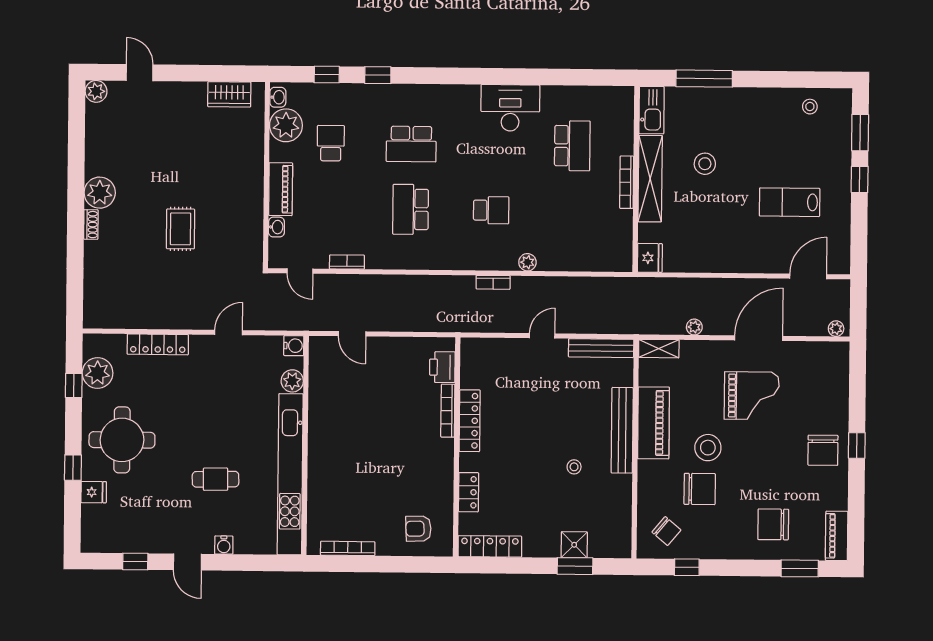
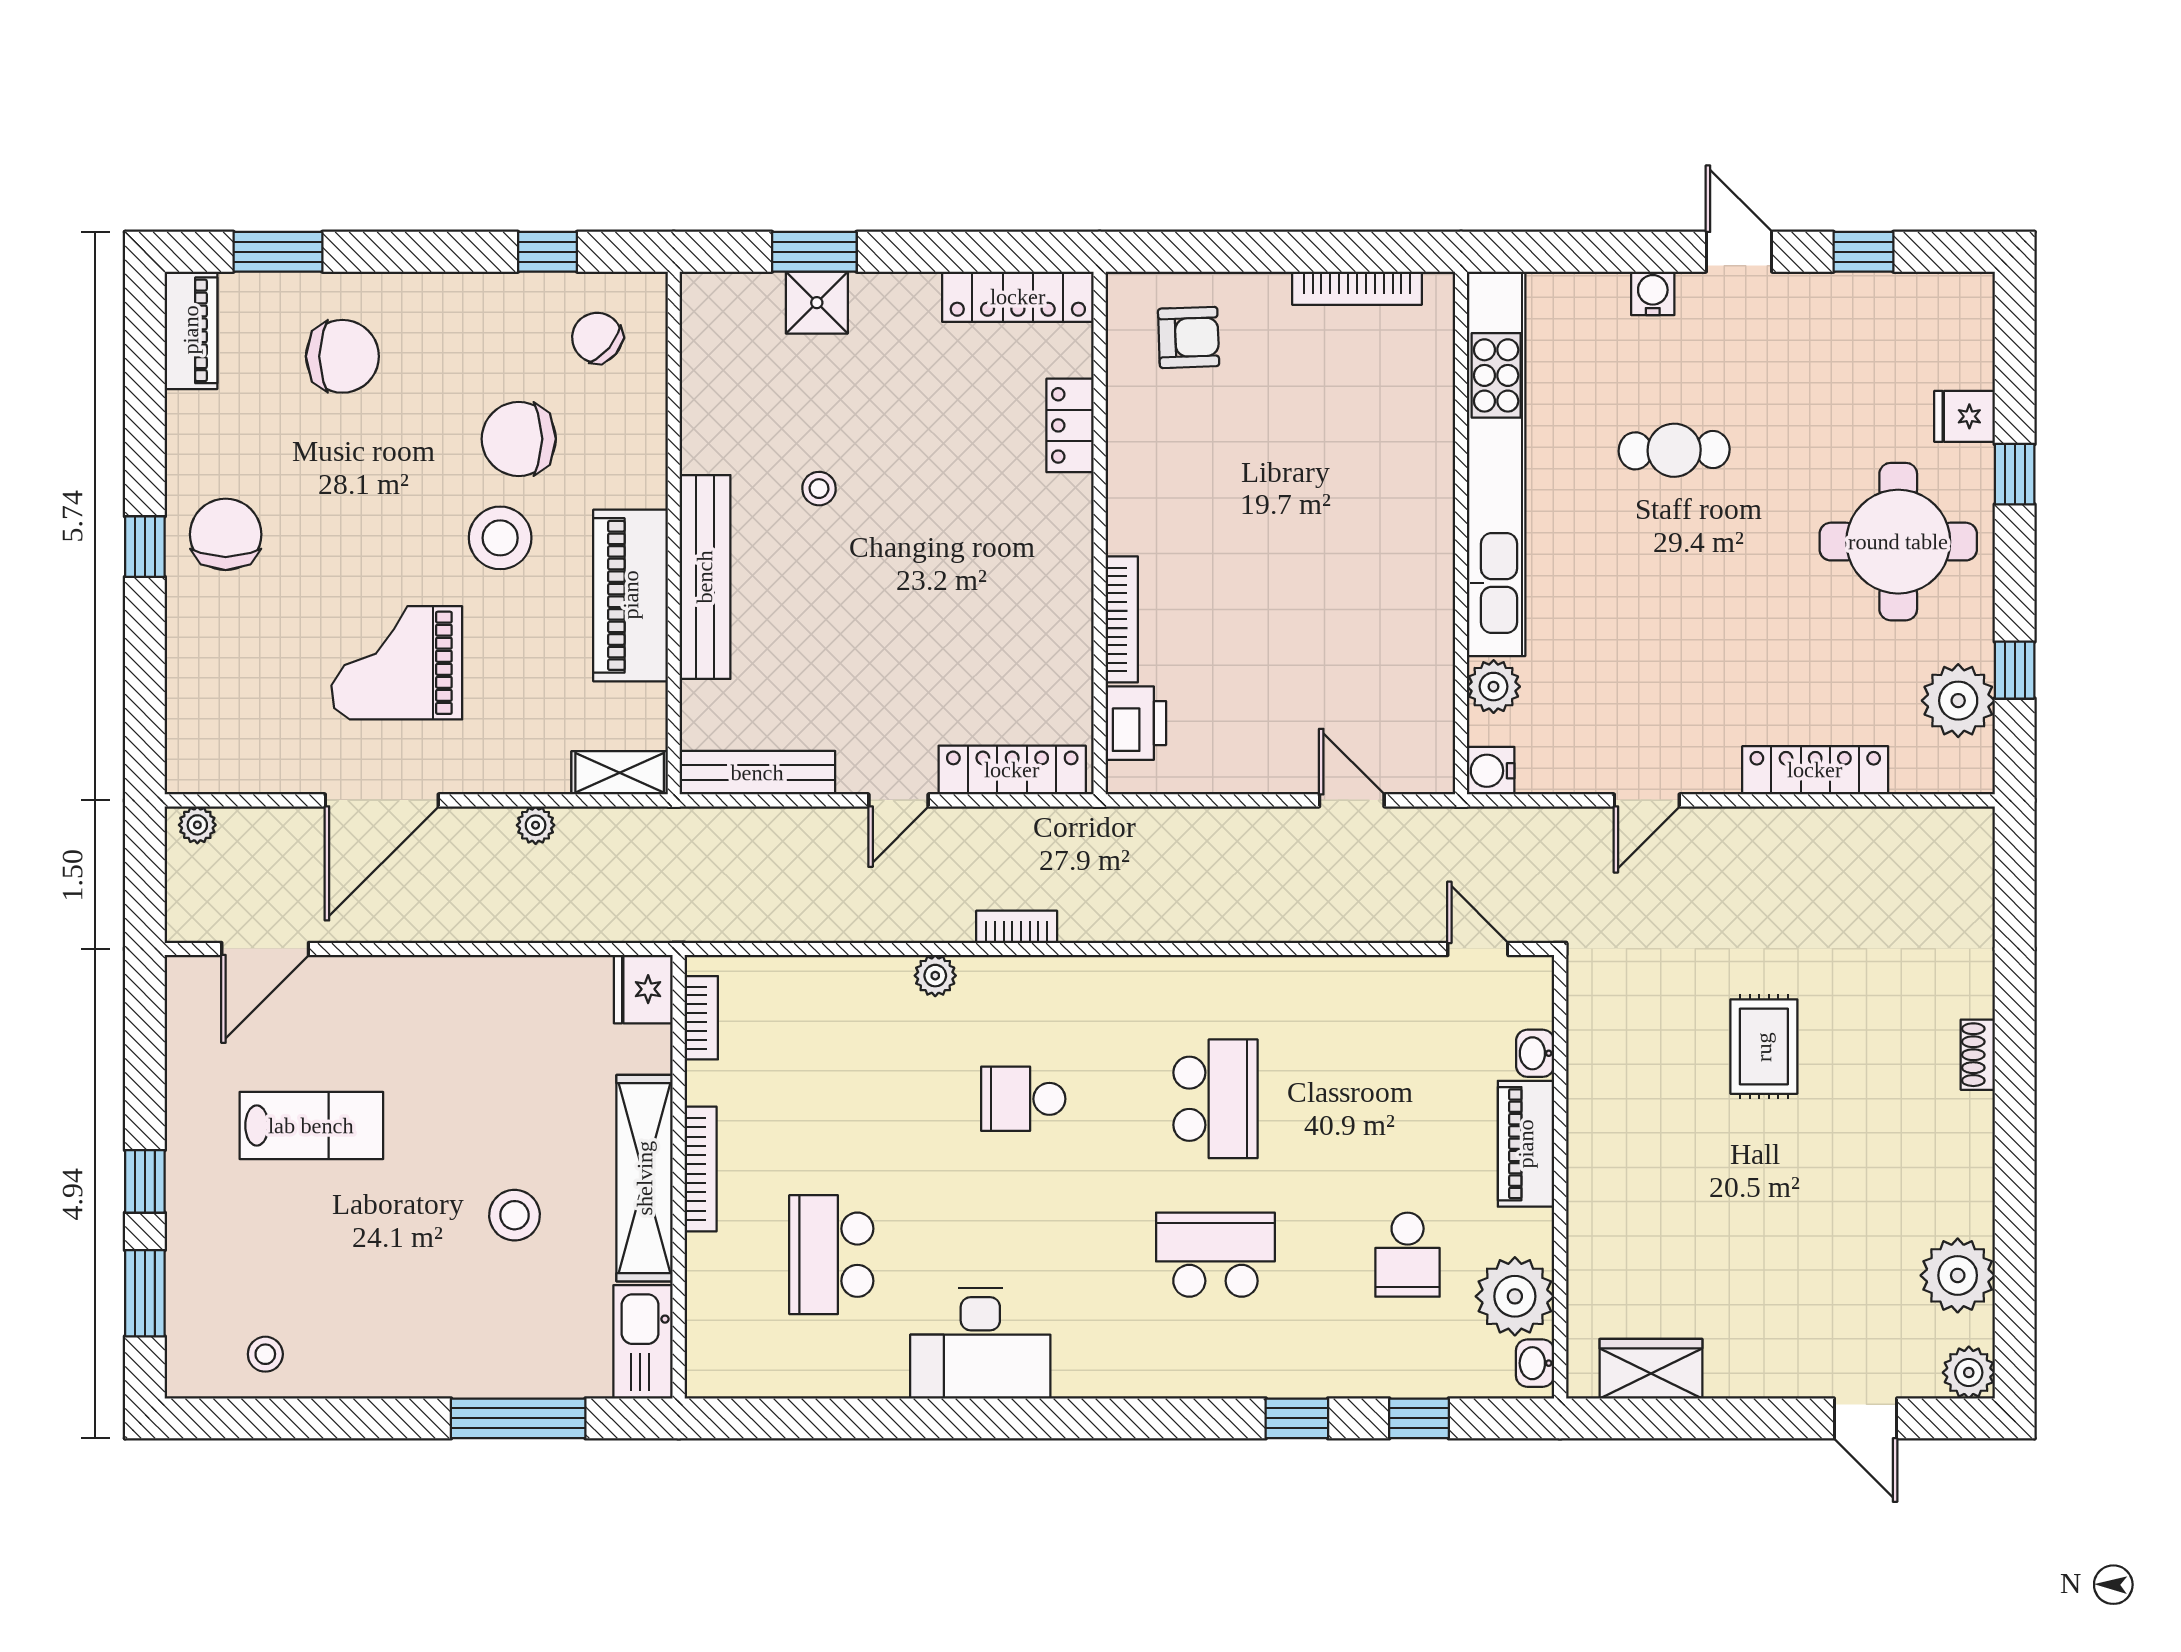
plant: (100, 193) -> (1958, 1275), moved
bookcase: (347, 262) -> (701, 1018), moved, turned -90
locker: (470, 421) -> (1012, 770), moved, turned 90

